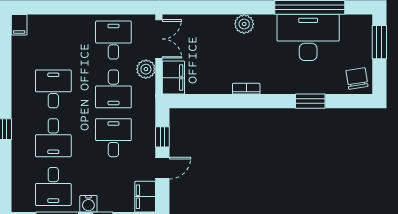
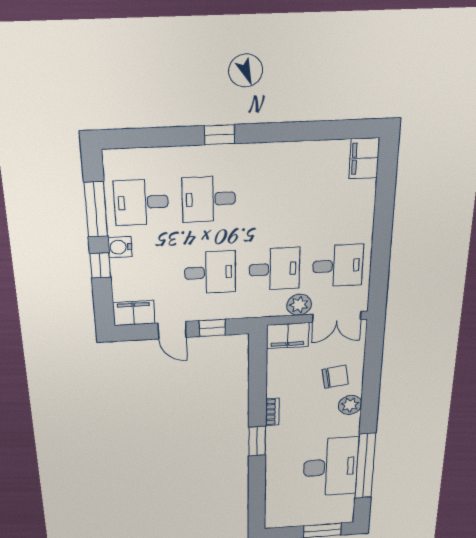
filing cabinet: (19, 25) -> (364, 158), width x2.00
chair: (357, 78) -> (335, 377), moved
desk: (53, 89) -> (276, 196), removed
desk: (113, 89) -> (274, 269), turned 180
window: (310, 101) -> (257, 441), moved

